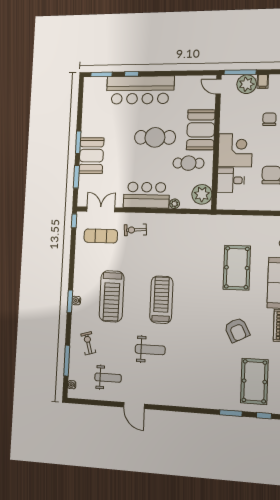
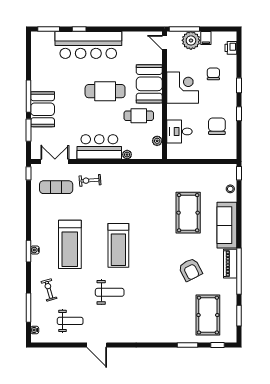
window: (78, 142) -> (28, 96), width x1.44
corner desk: (235, 150) -> (183, 88), moved
plant: (202, 194) -> (157, 141), width x0.53, depth x0.53
treadmill: (161, 300) -> (118, 245), turned 180

